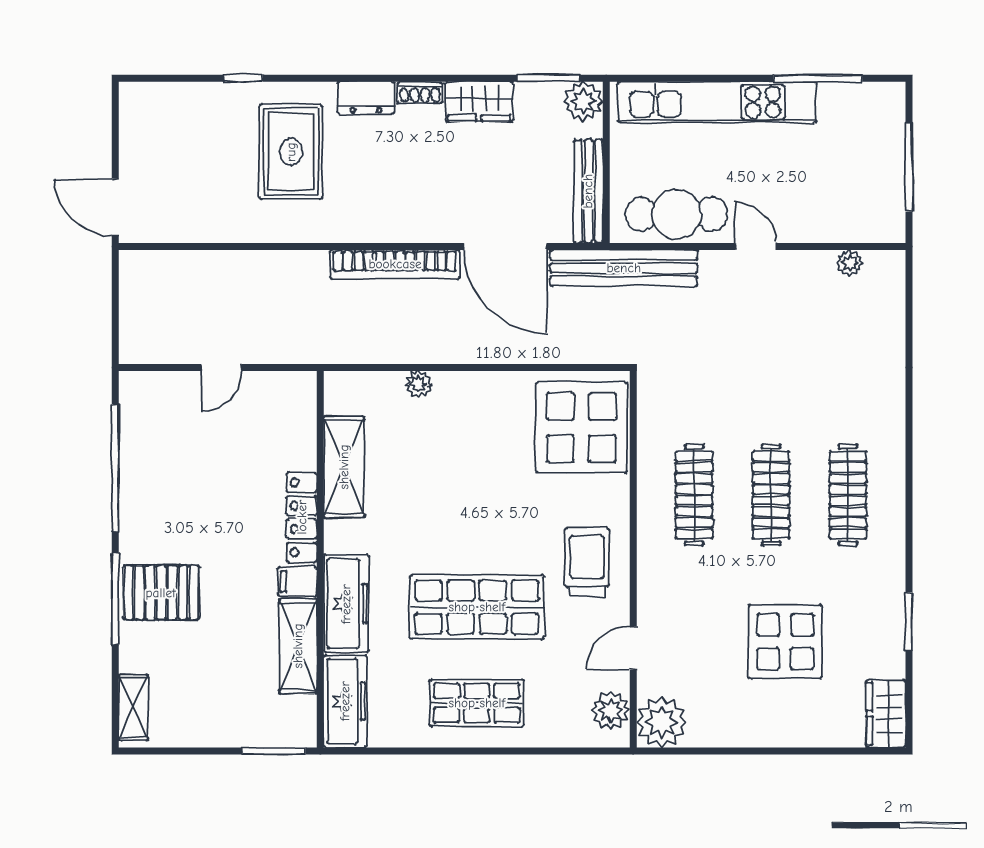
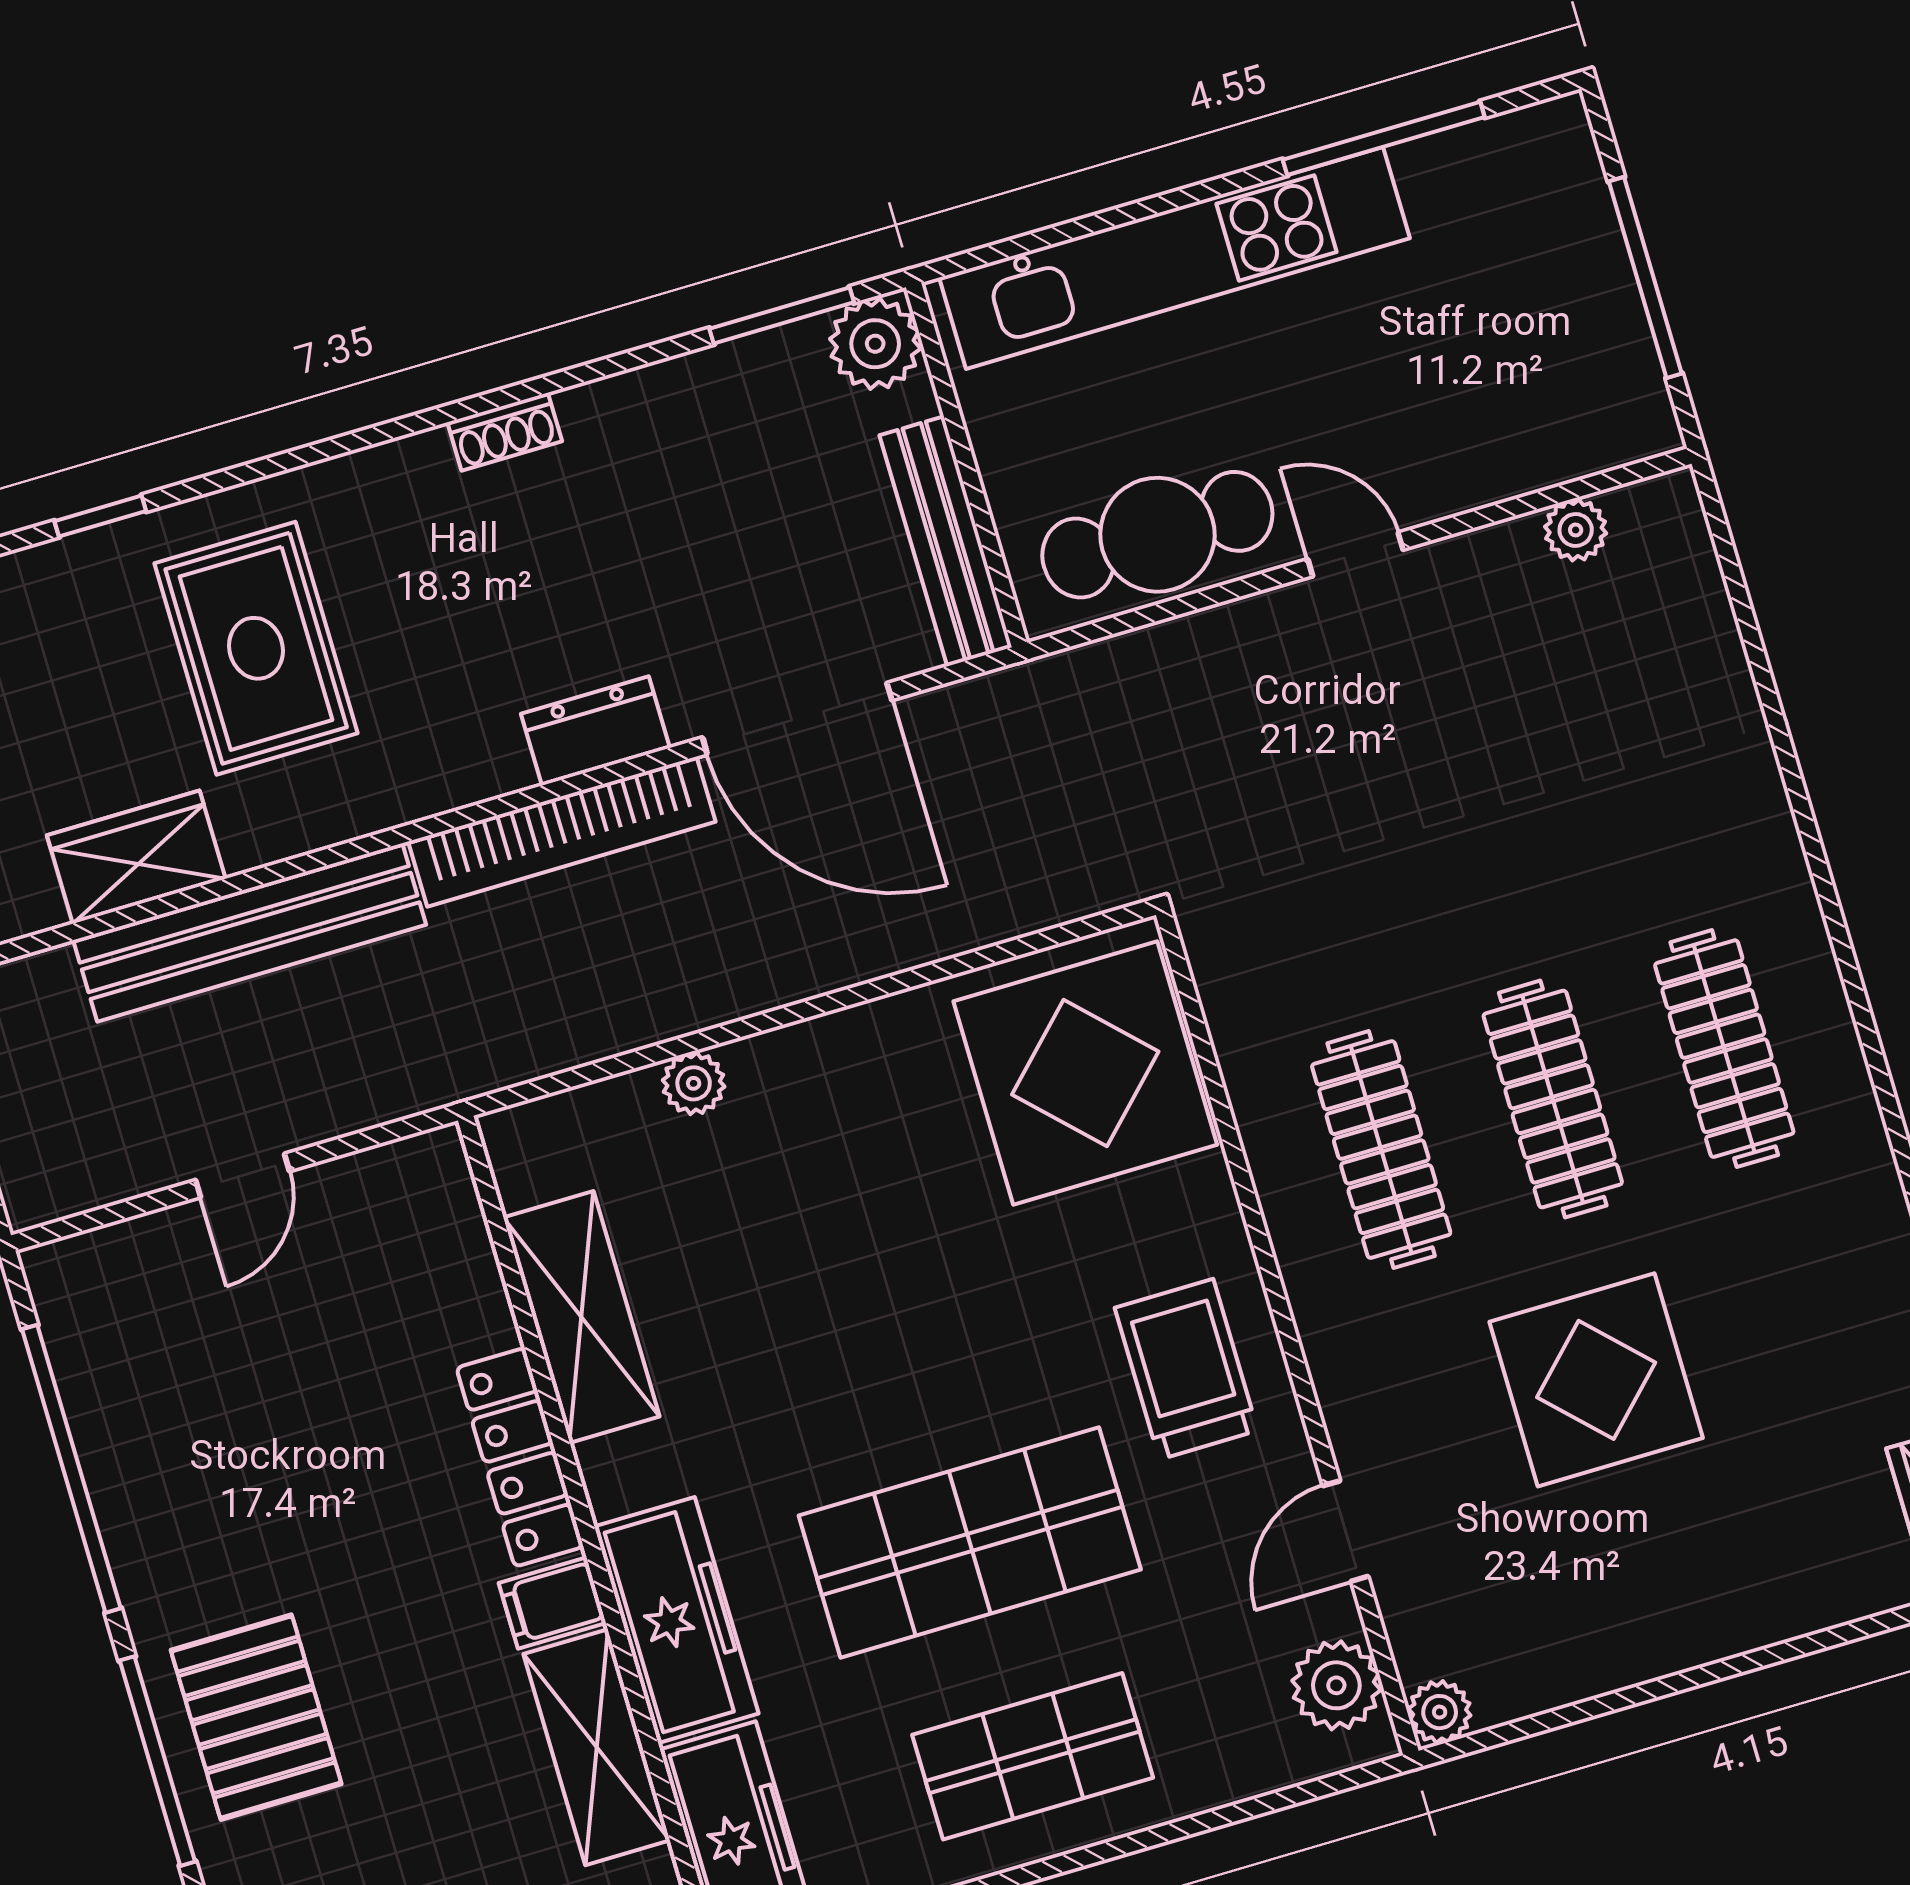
dresser: (366, 98) -> (595, 731), moved, turned 180
wardrobe: (479, 101) -> (136, 857), moved, turned 180
bench: (624, 268) -> (250, 932), moved
pallet: (161, 593) -> (256, 1717), turned 90
display table: (785, 642) -> (1596, 1380), moved
plant: (662, 722) -> (1440, 1712), width x0.53, depth x0.53

